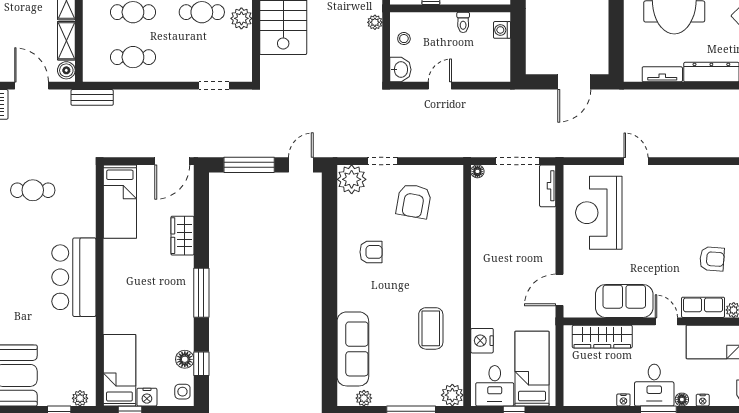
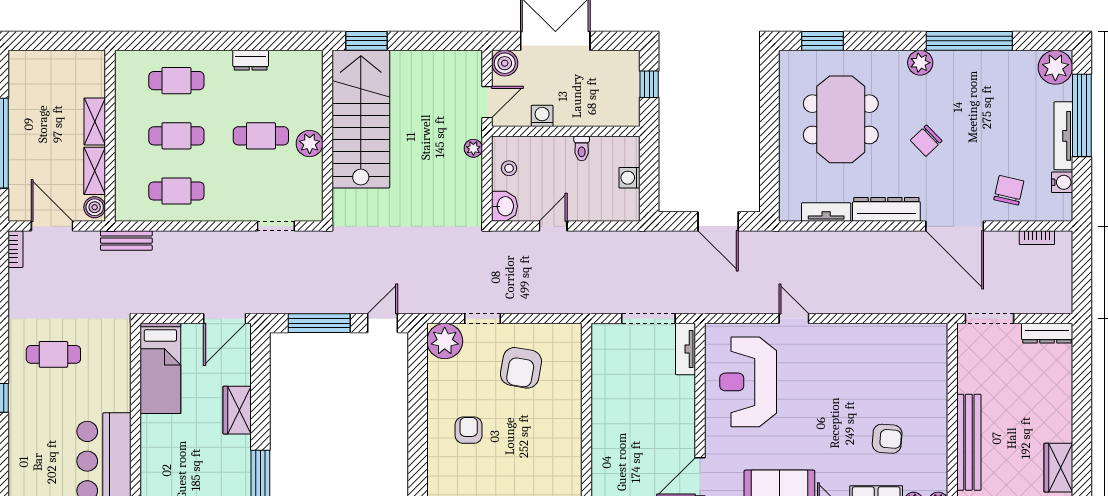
washing machine: (502, 30) -> (629, 178), moved
door: (574, 82) -> (718, 221), hinge flipped
floor lamp: (477, 171) -> (599, 331), removed
armchair: (371, 252) -> (469, 430), turned -90

